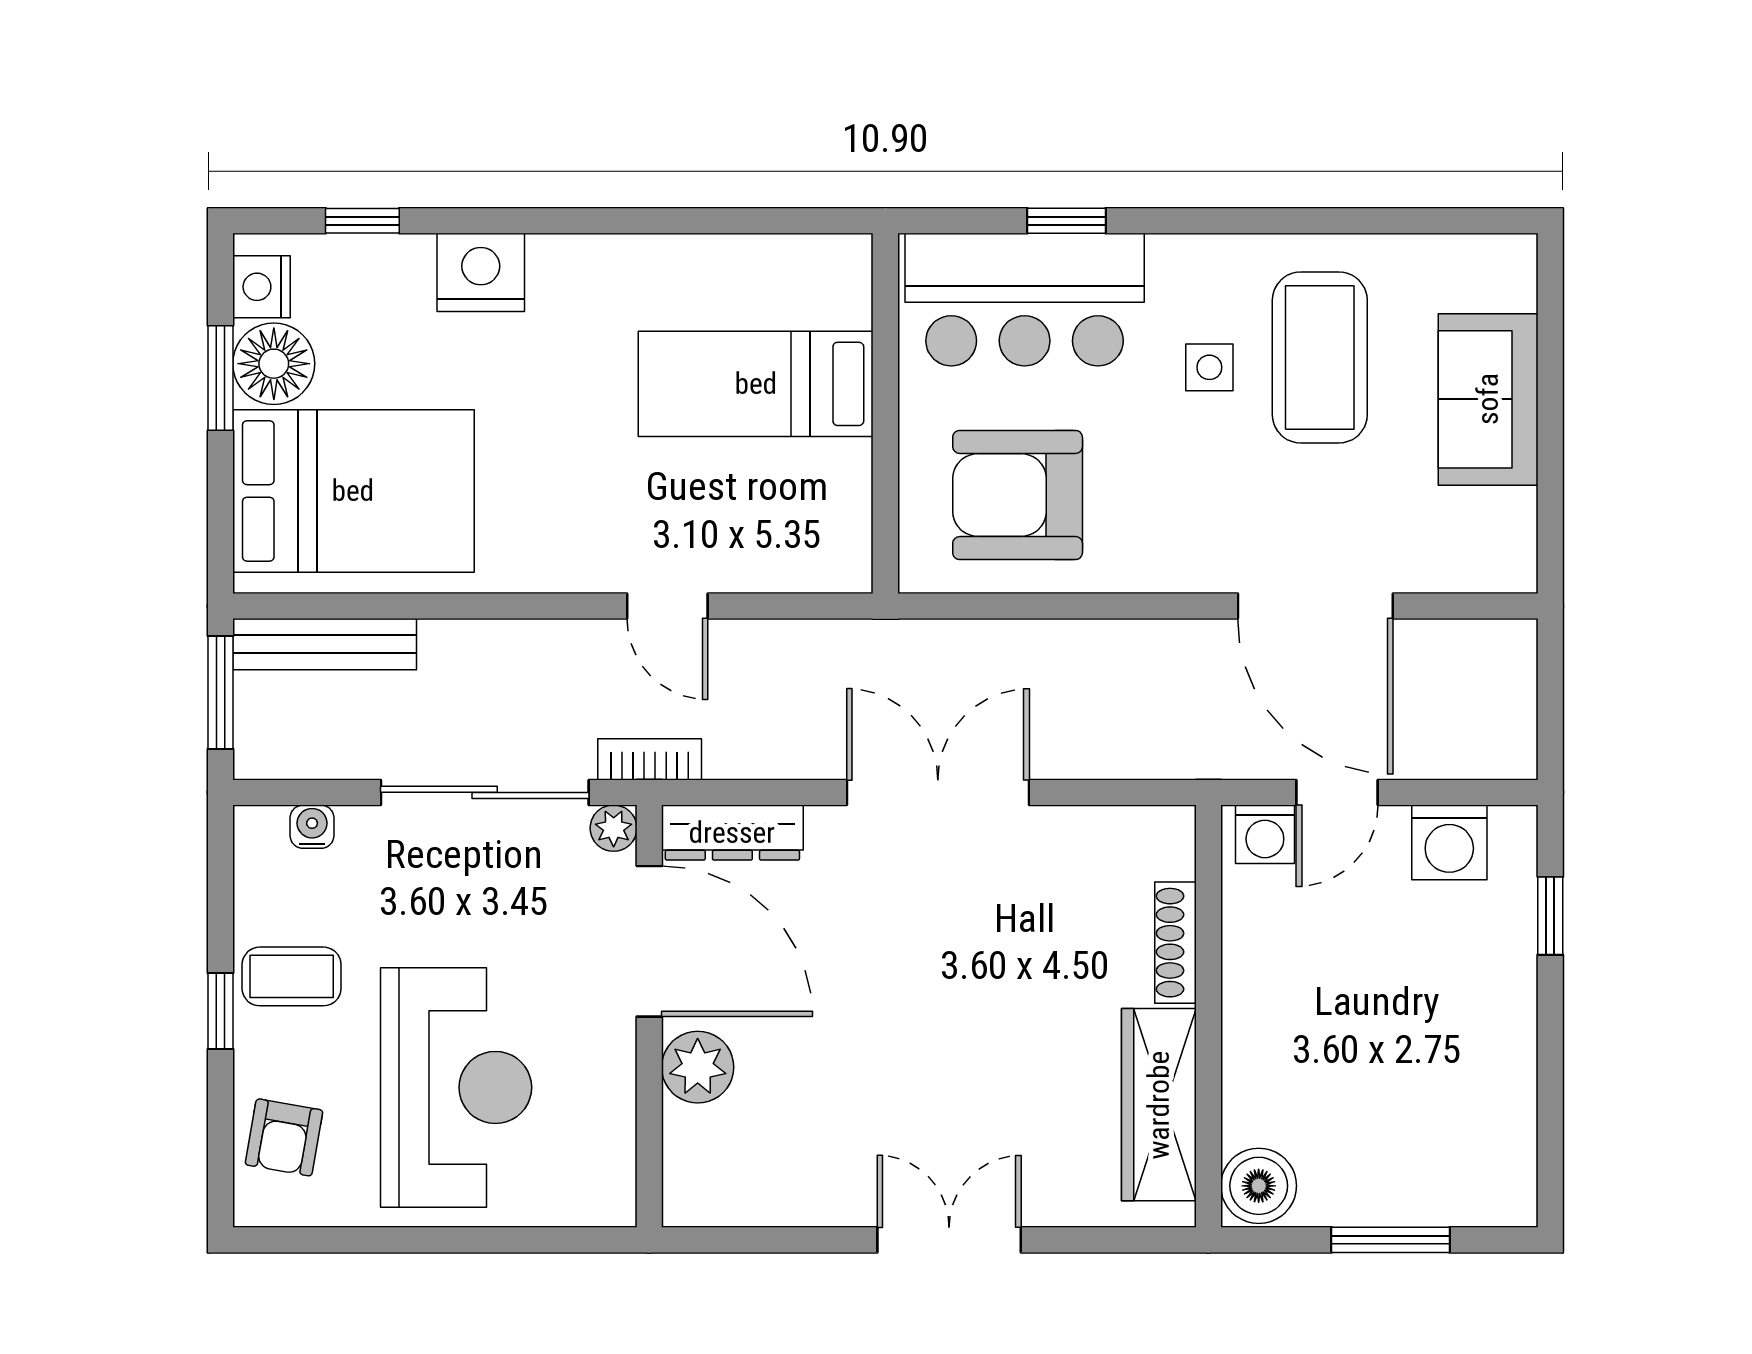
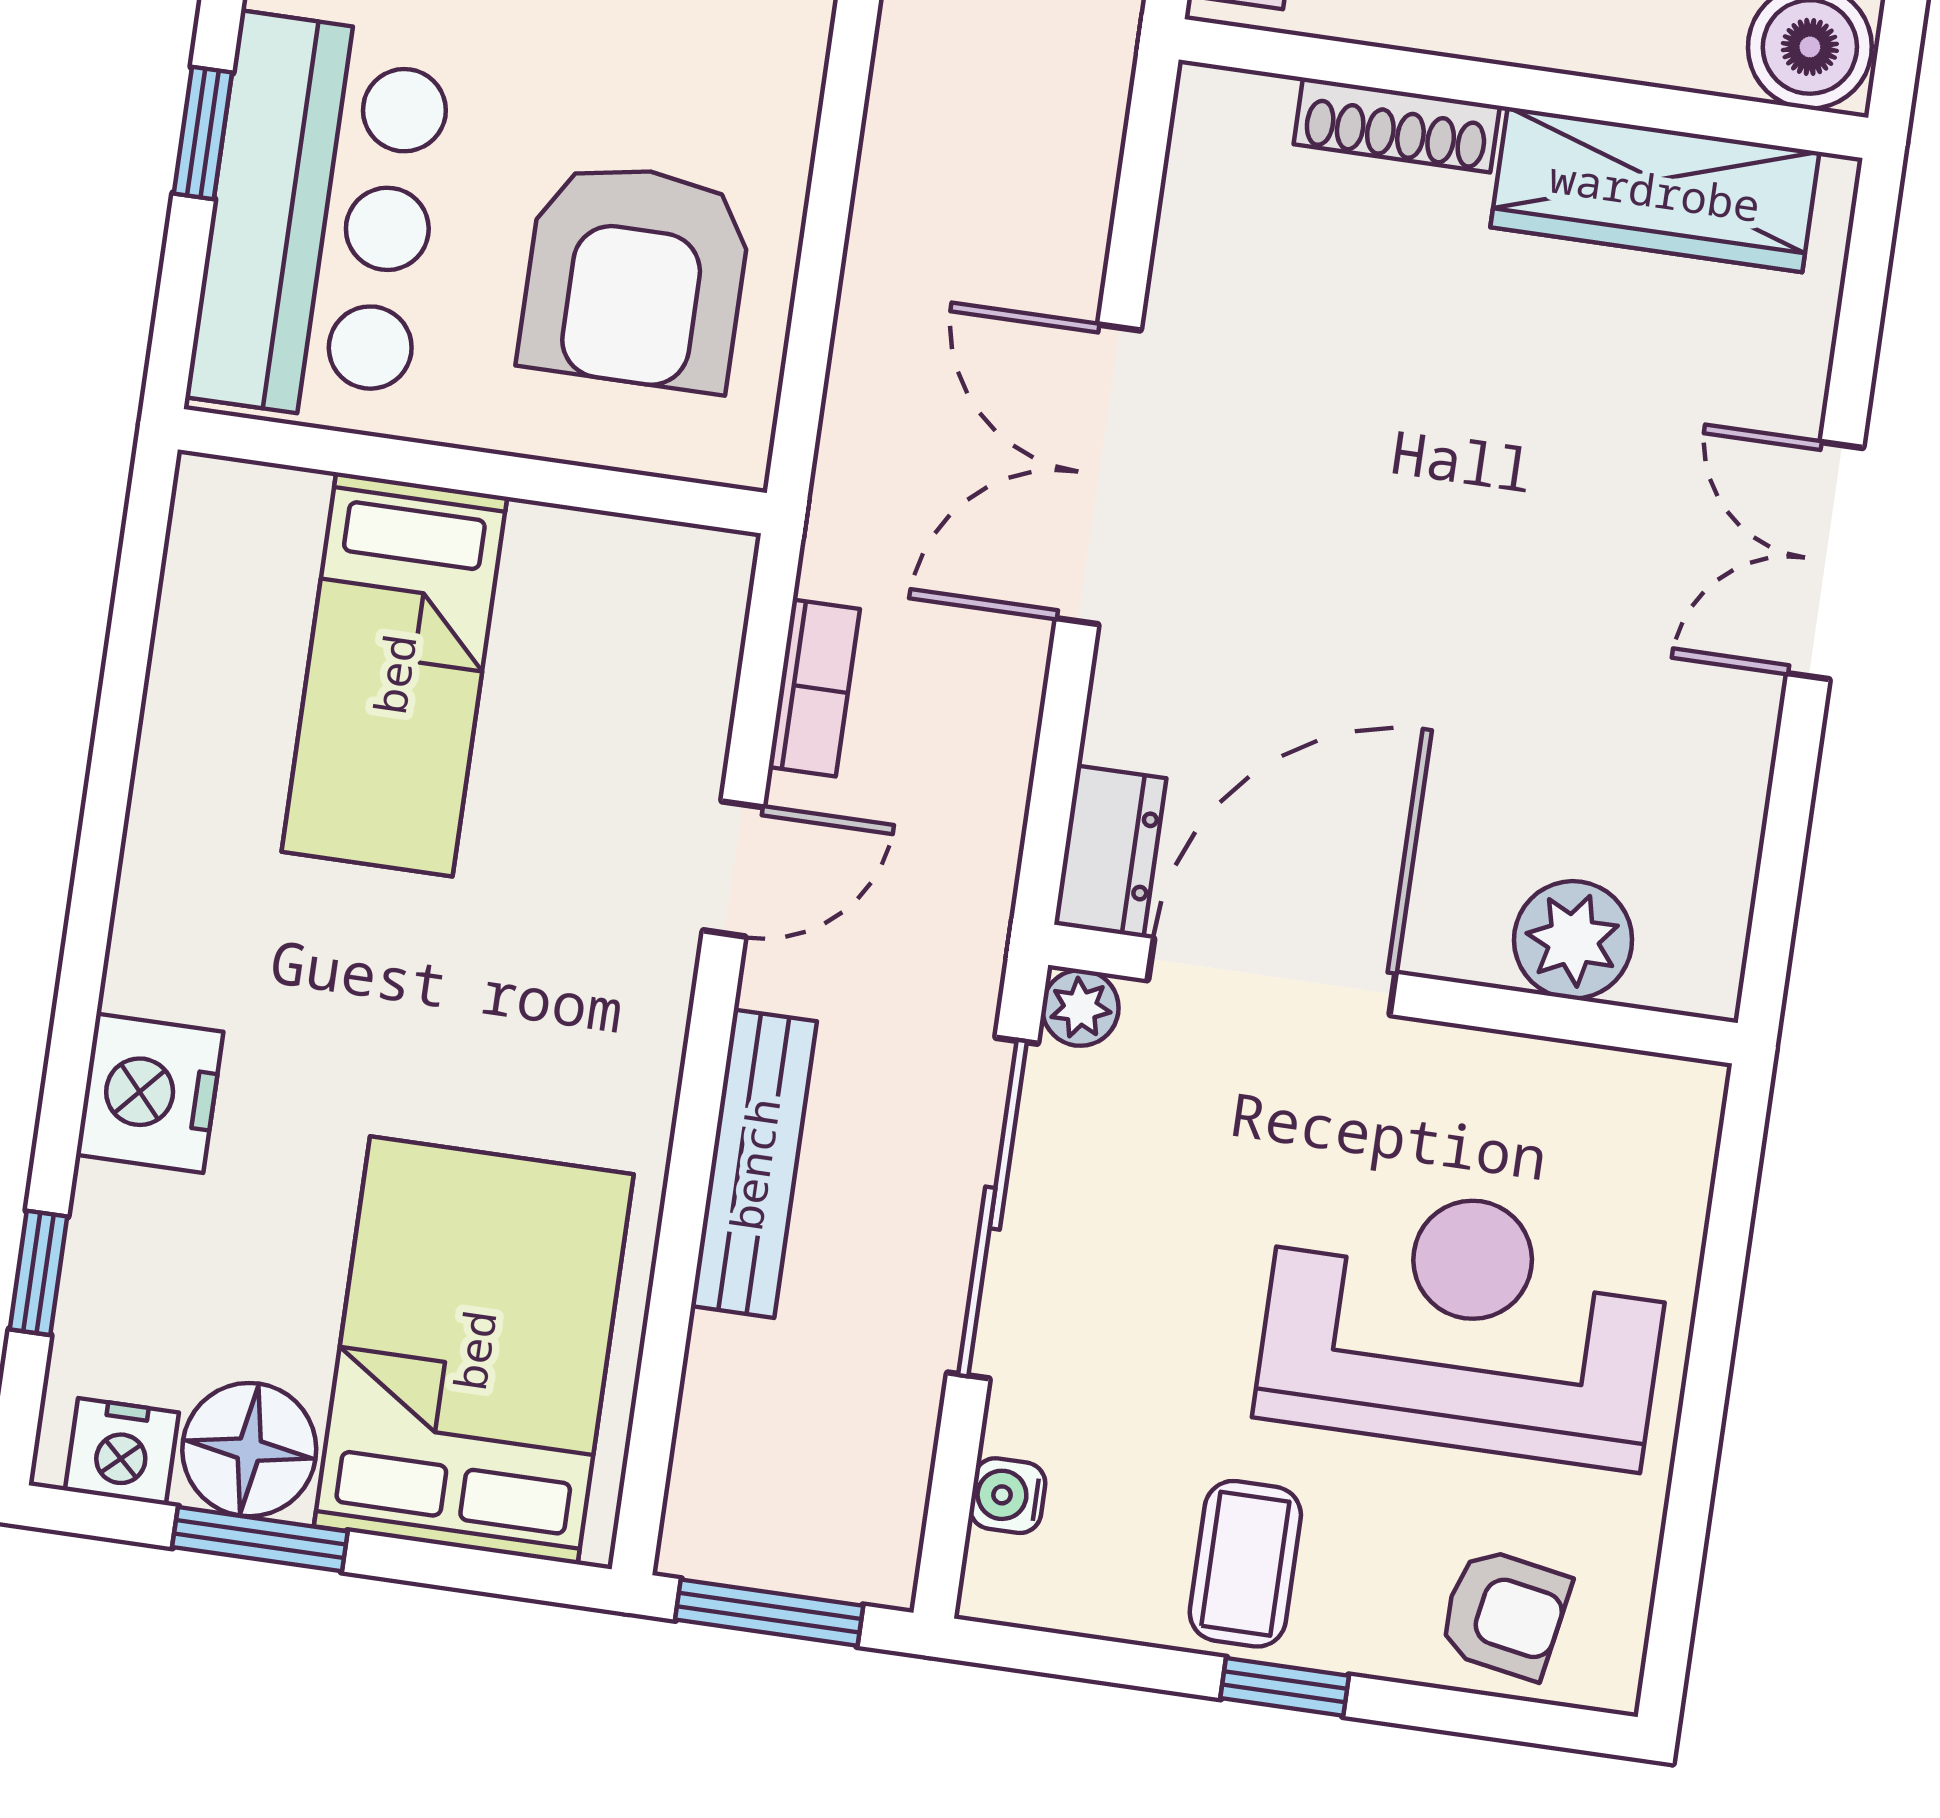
bench: (325, 644) -> (754, 1164), moved
bookcase: (650, 759) -> (814, 688), moved, turned 180
dresser: (732, 833) -> (1110, 851), width x0.70
plant: (698, 1067) -> (1573, 940), moved

